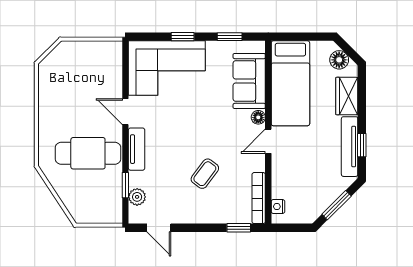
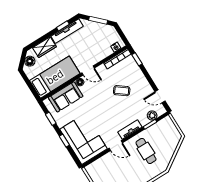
door: (125, 112) -> (116, 146), hinge flipped
cafe table: (88, 153) -> (146, 151), width x0.73, depth x0.74
door: (159, 228) -> (160, 96), swing flipped

